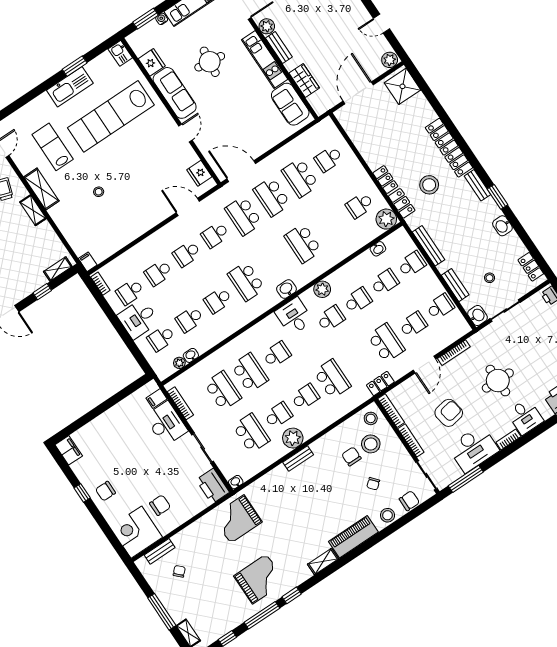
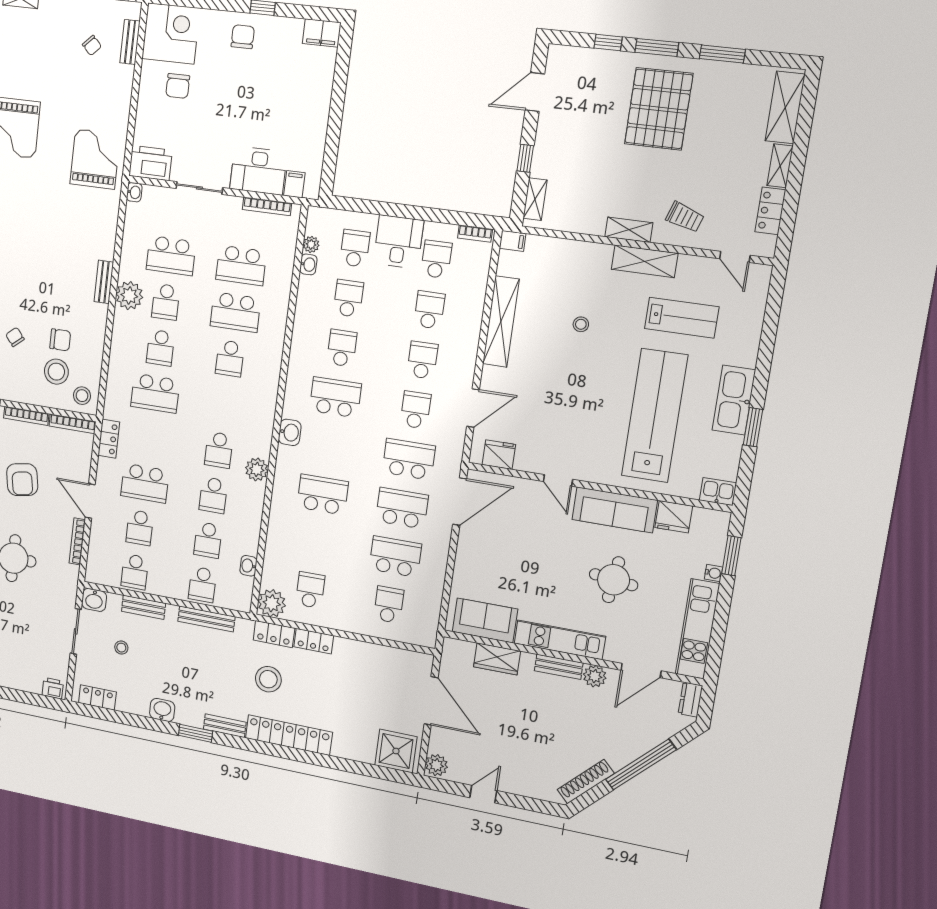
shelving: (132, 232) -> (501, 322), added
desk: (294, 316) -> (254, 414), removed

